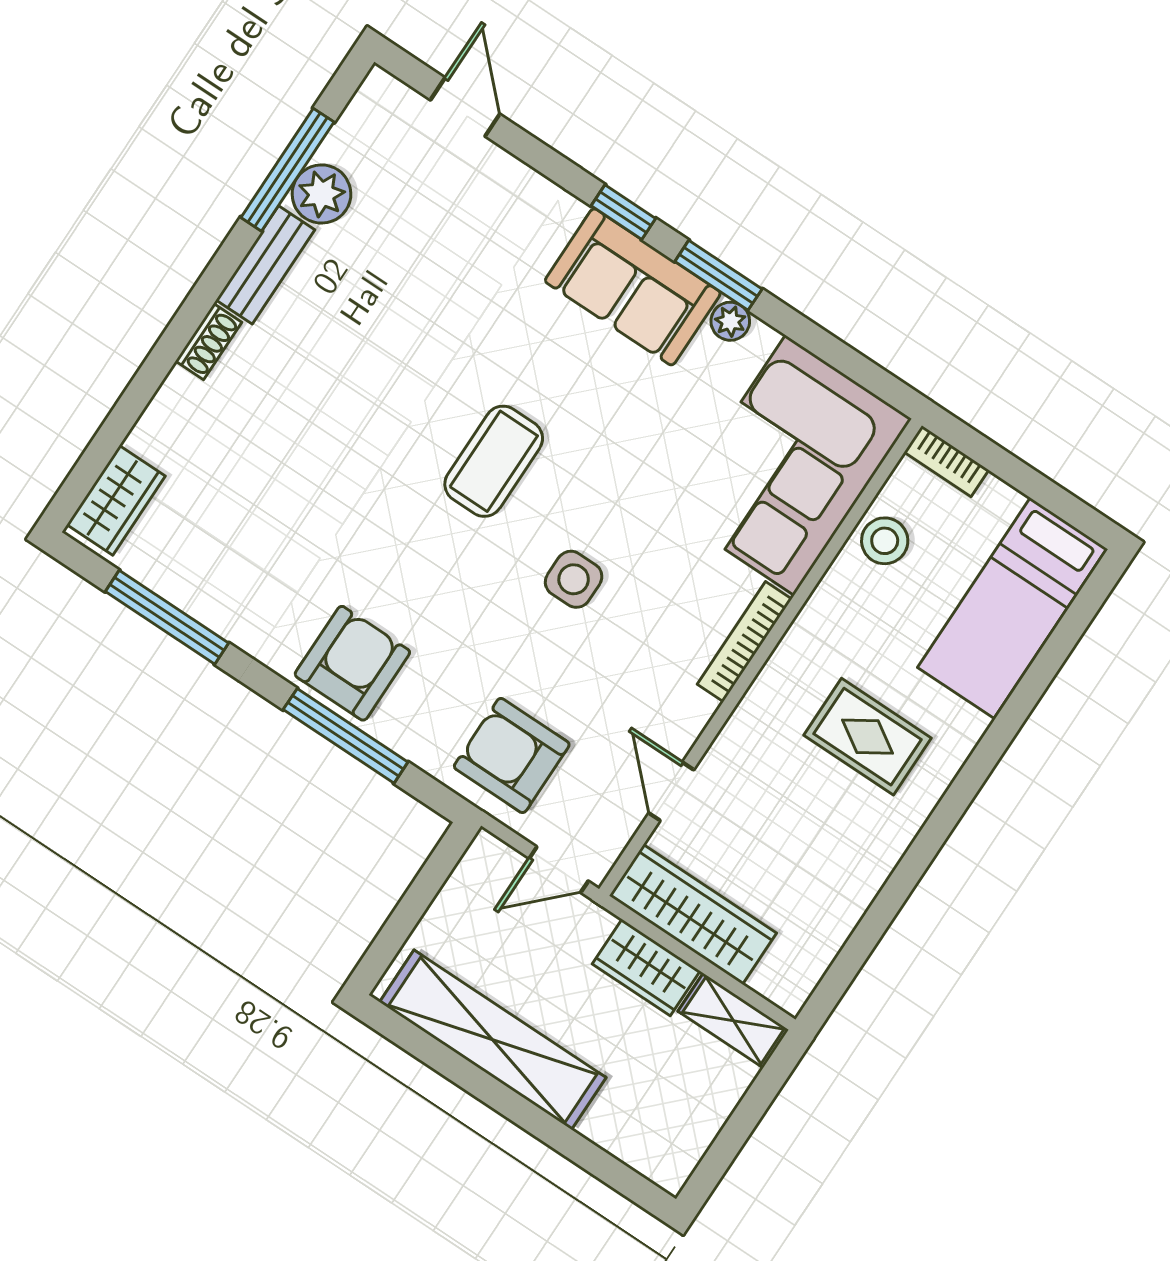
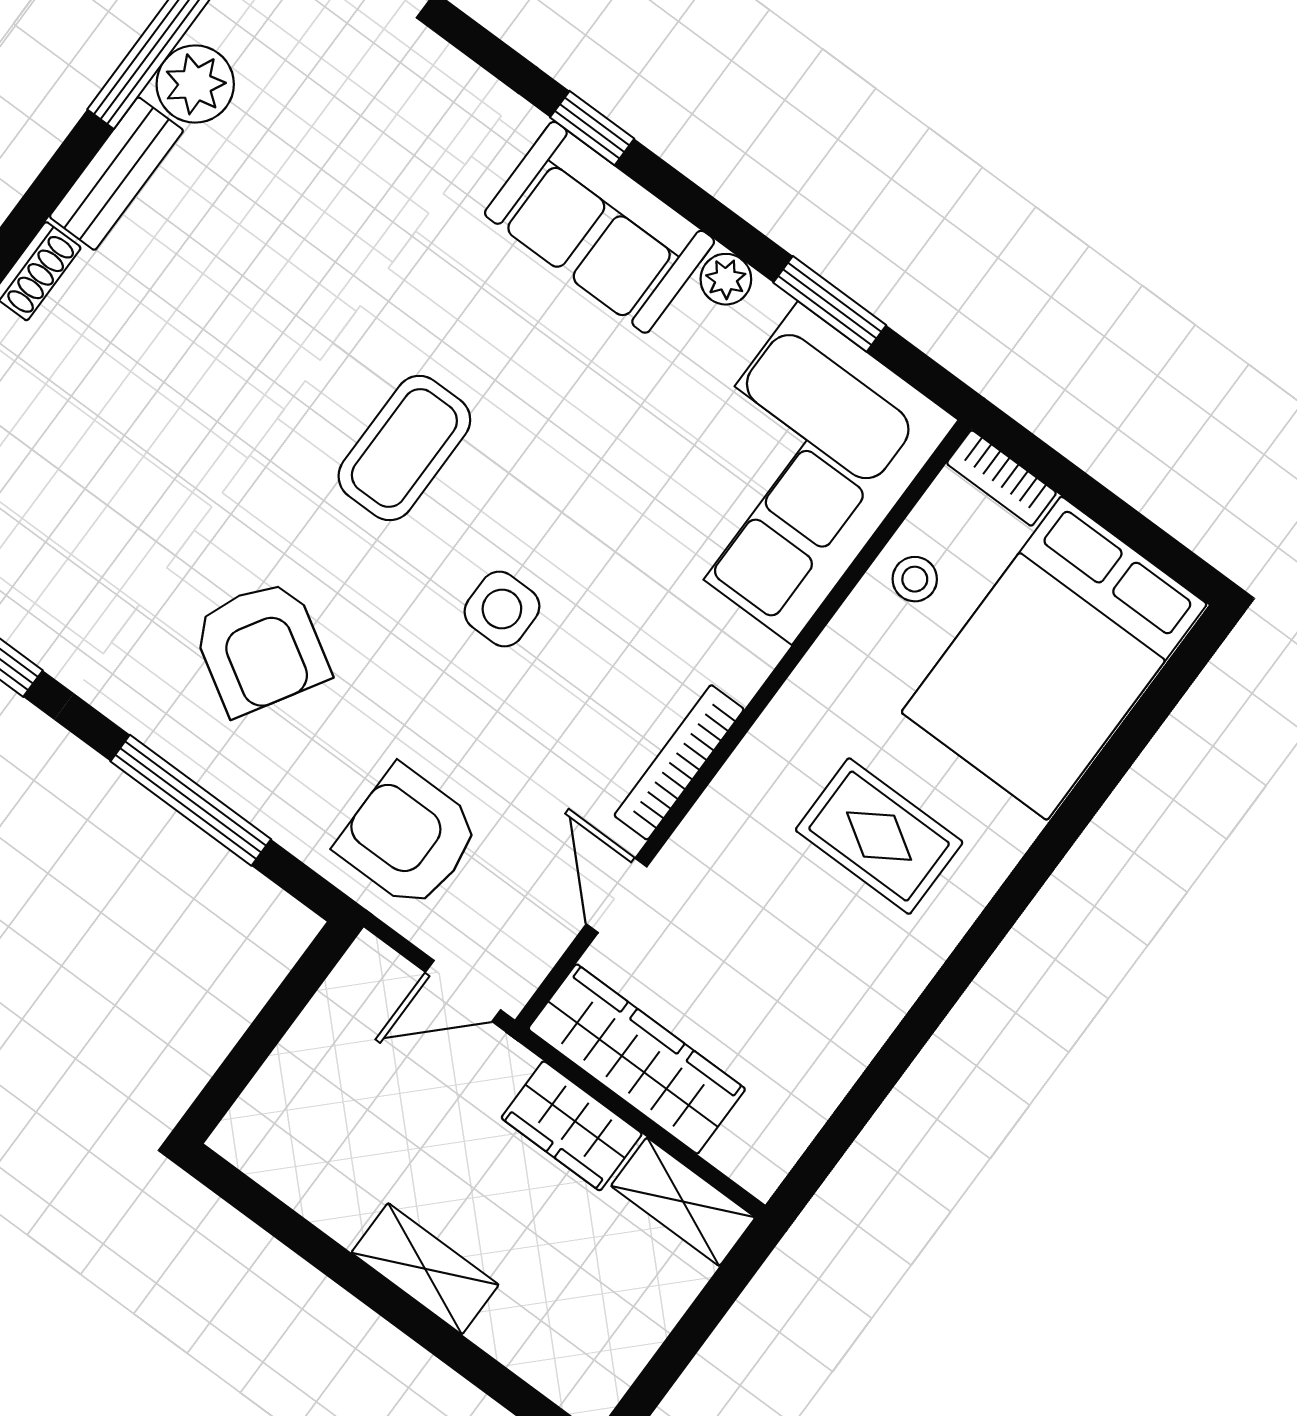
window: (718, 275) -> (830, 304), moved
stool: (885, 541) -> (915, 579), width x0.73, depth x0.73
bed: (1012, 608) -> (1054, 658), width x1.50
bookcase: (745, 642) -> (679, 762), moved
armchair: (352, 663) -> (261, 647), moved, turned 121
shelving: (493, 1040) -> (425, 1269), width x0.45, depth x0.75

